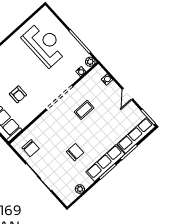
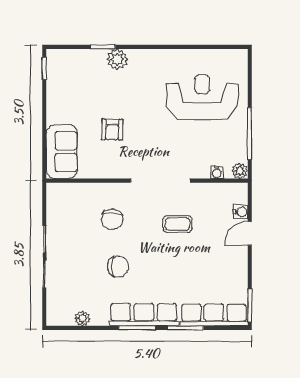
reception desk: (44, 44) -> (202, 97), turned -90
door: (128, 94) -> (250, 233), moved
chair: (31, 148) -> (112, 219), moved

